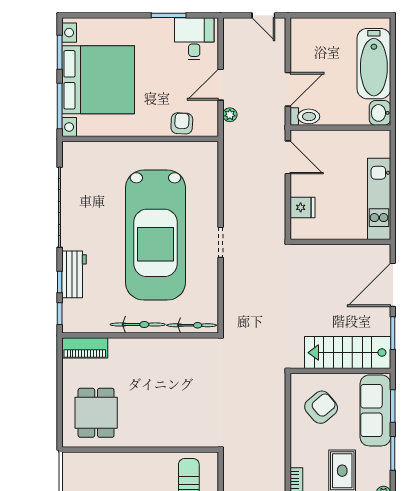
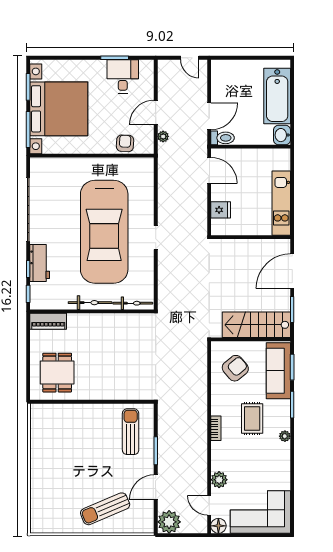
desk: (194, 39) -> (123, 76), moved

